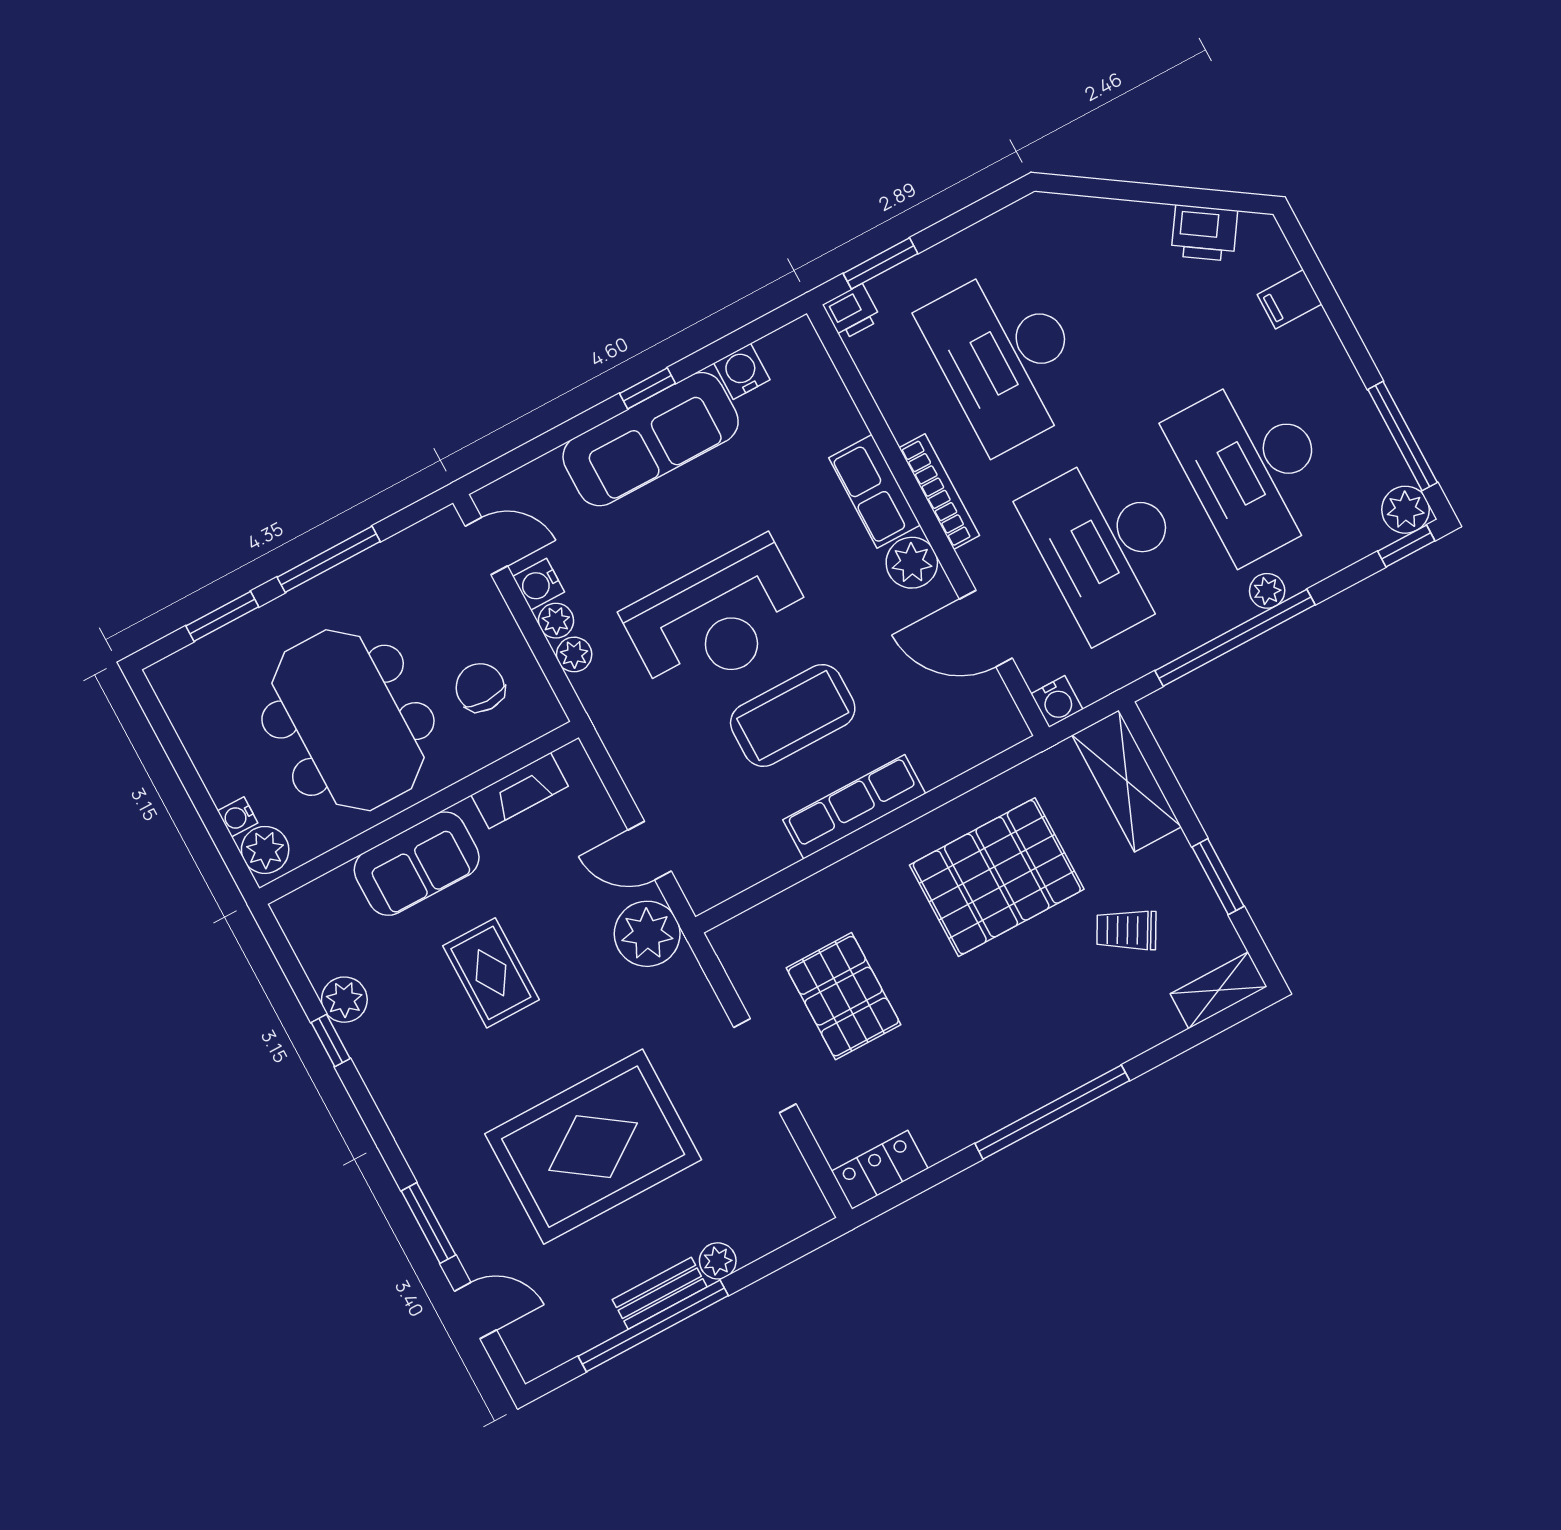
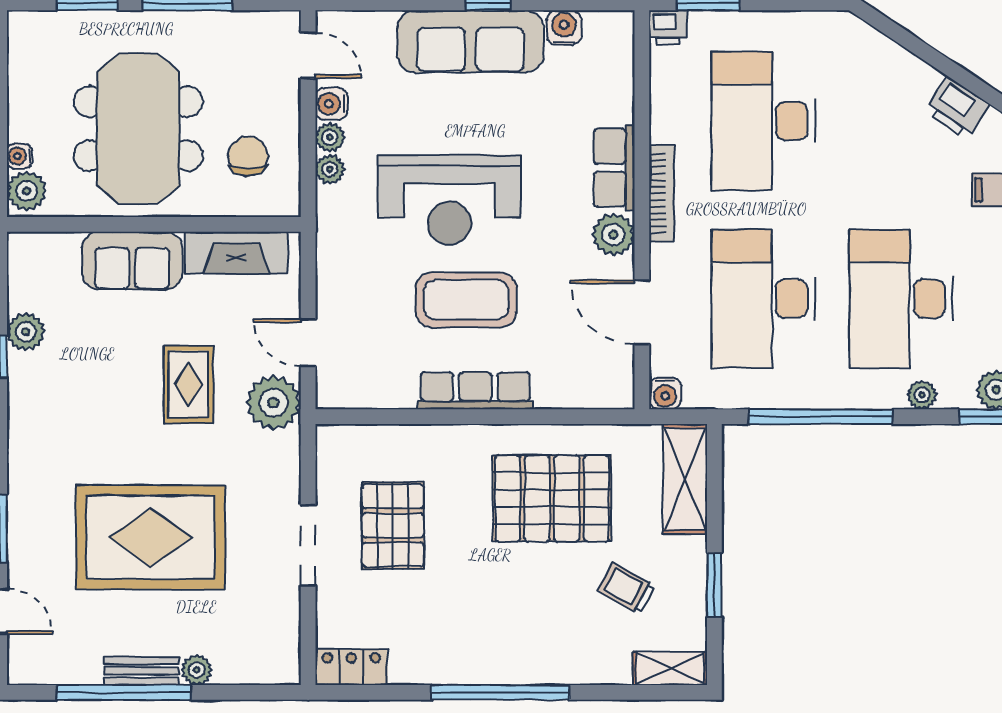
plant: (1267, 591) -> (922, 395), moved
fireplace: (520, 791) -> (236, 253), width x1.37, depth x1.32
rug: (491, 973) -> (188, 384), moved

